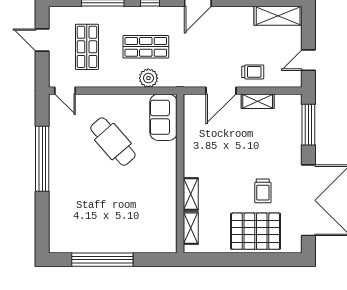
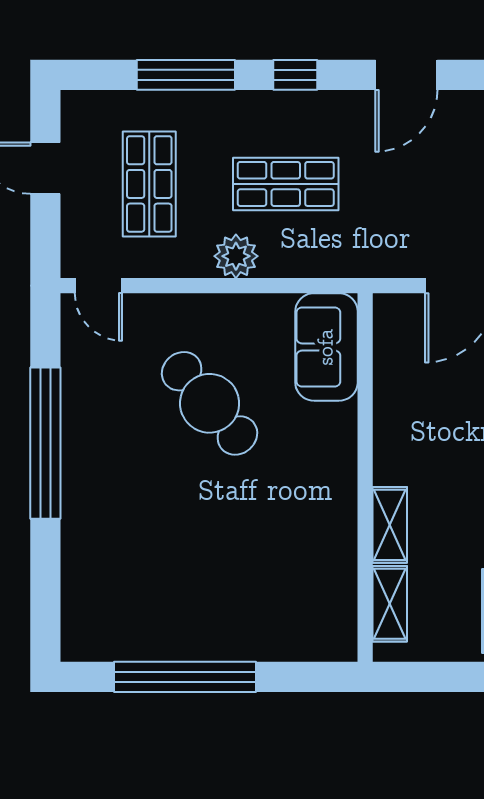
plant: (148, 78) -> (236, 256), moved

